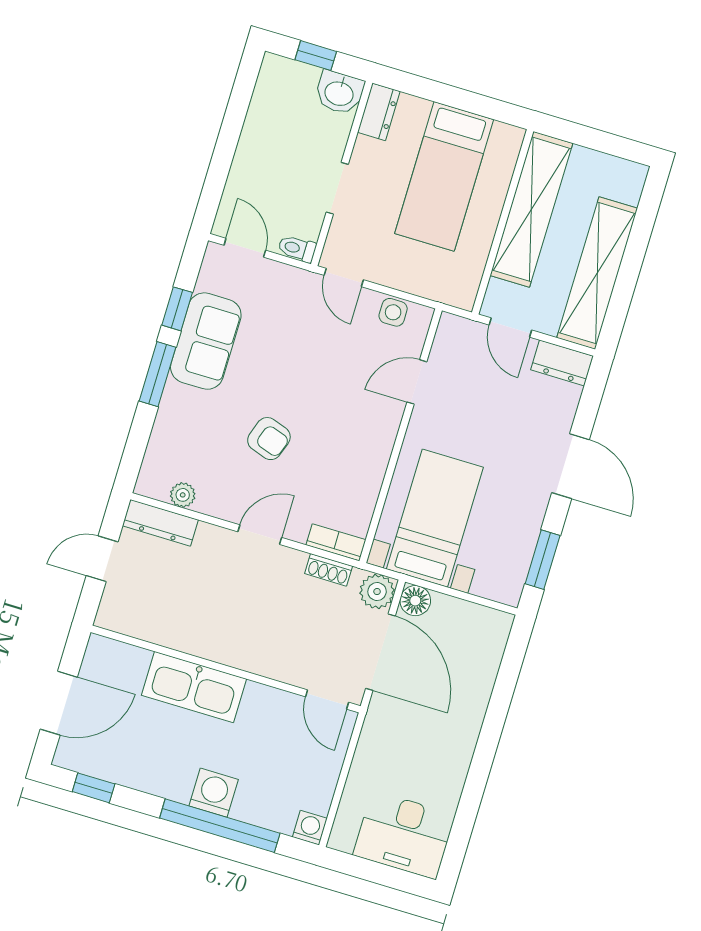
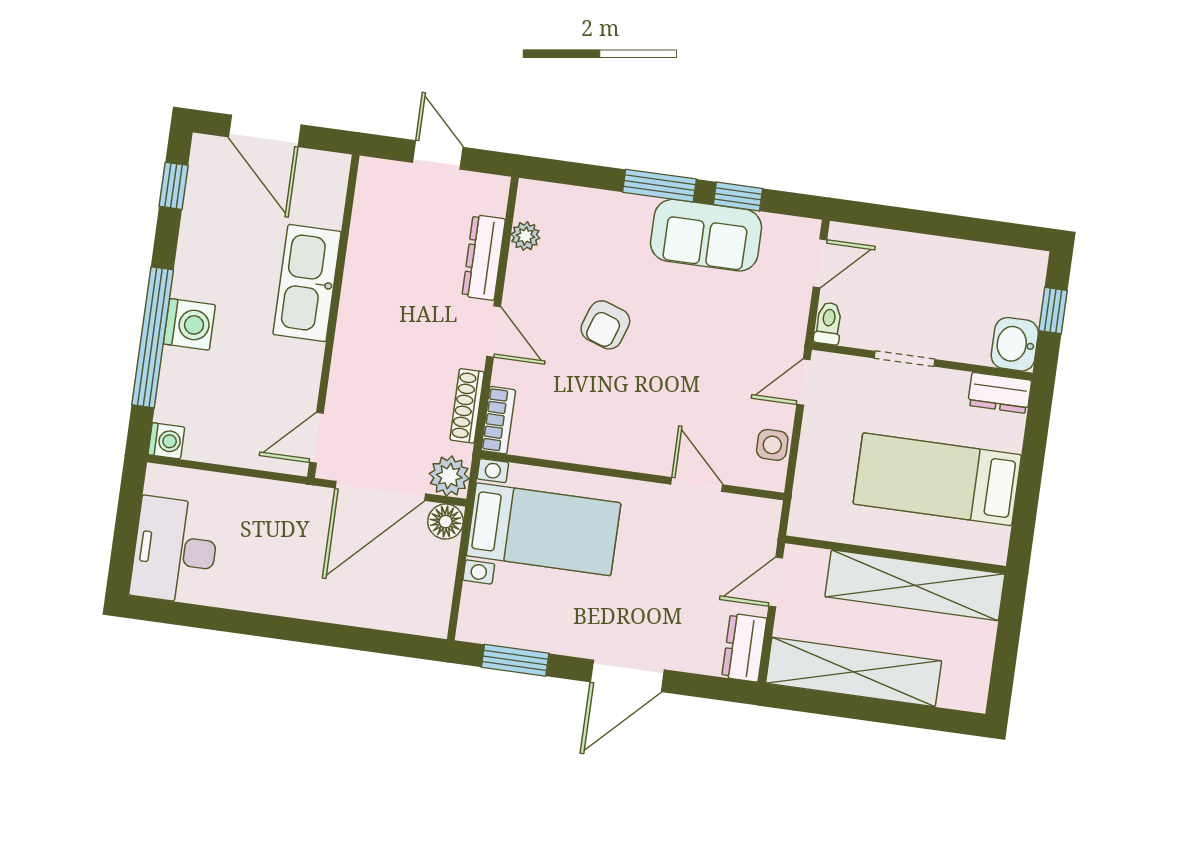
dresser: (160, 523) -> (484, 258), moved
shoe rack: (329, 570) -> (467, 406), width x1.43

